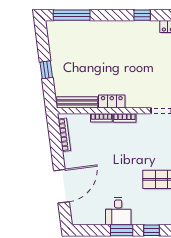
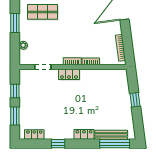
locker: (110, 27) -> (84, 134), added
locker: (112, 101) -> (69, 74), moved
bench: (77, 102) -> (111, 135), moved

